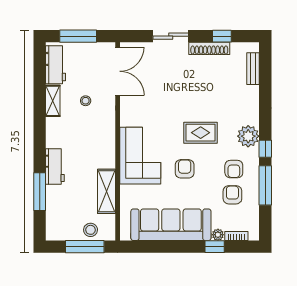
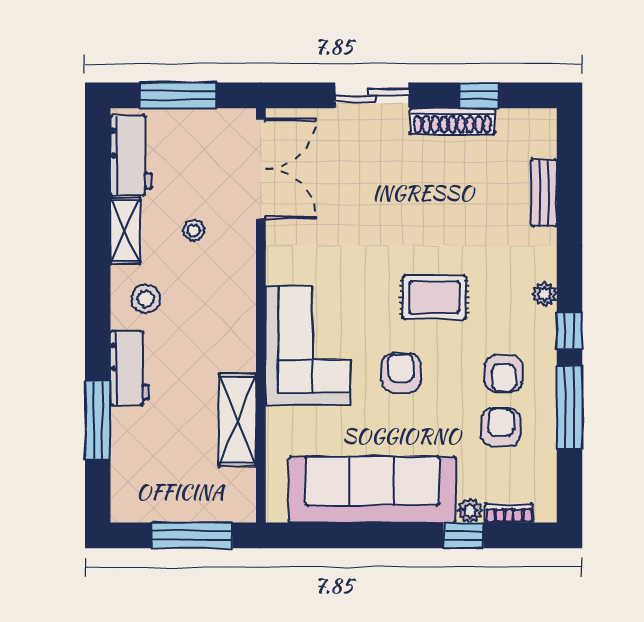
bench: (253, 69) -> (544, 193), moved
plant: (248, 136) -> (545, 294), width x0.53, depth x0.53
stool: (91, 230) -> (146, 299), moved

